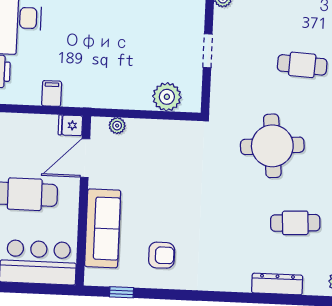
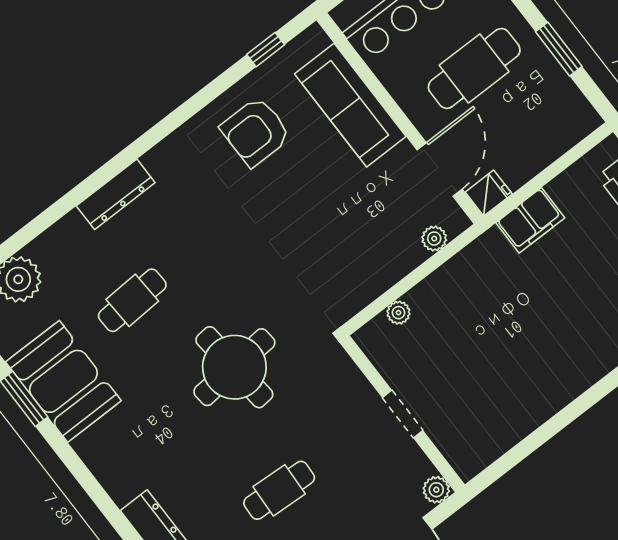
filing cabinet: (52, 94) -> (530, 220), width x2.00
plant: (167, 97) -> (398, 313), width x0.53, depth x0.53
armchair: (162, 255) -> (256, 132), width x1.38, depth x1.38
dresser: (277, 284) -> (116, 194), moved

